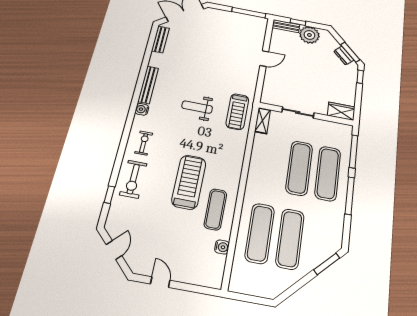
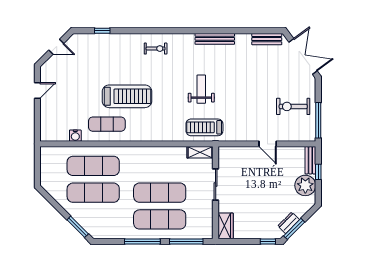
water cooler: (142, 109) -> (188, 39), removed
exercise bike: (133, 179) -> (293, 106), moved

